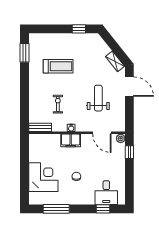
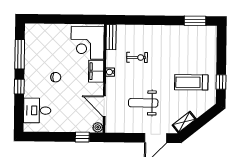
treadmill: (58, 66) -> (191, 82), moved, turned 90
weight bench: (98, 98) -> (143, 103), turned 180
door: (102, 133) -> (104, 106), hinge flipped
corner desk: (43, 177) -> (87, 43), moved, turned 90
window: (103, 209) -> (19, 87), moved

